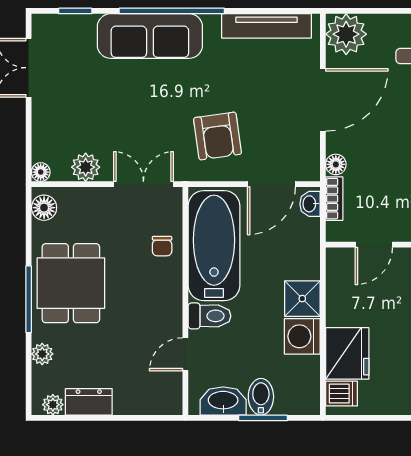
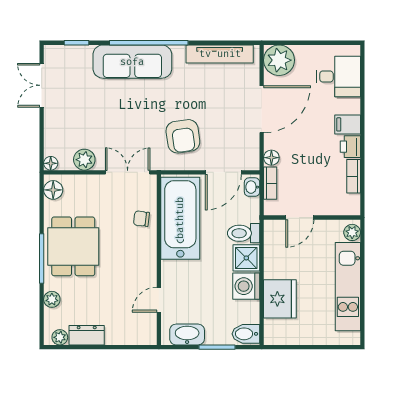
chair: (162, 246) -> (141, 219), turned 97
toilet: (210, 316) -> (244, 233), moved, turned 180
dishwasher: (341, 394) -> (276, 329), removed
bidet: (261, 397) -> (246, 334), moved, turned -90

